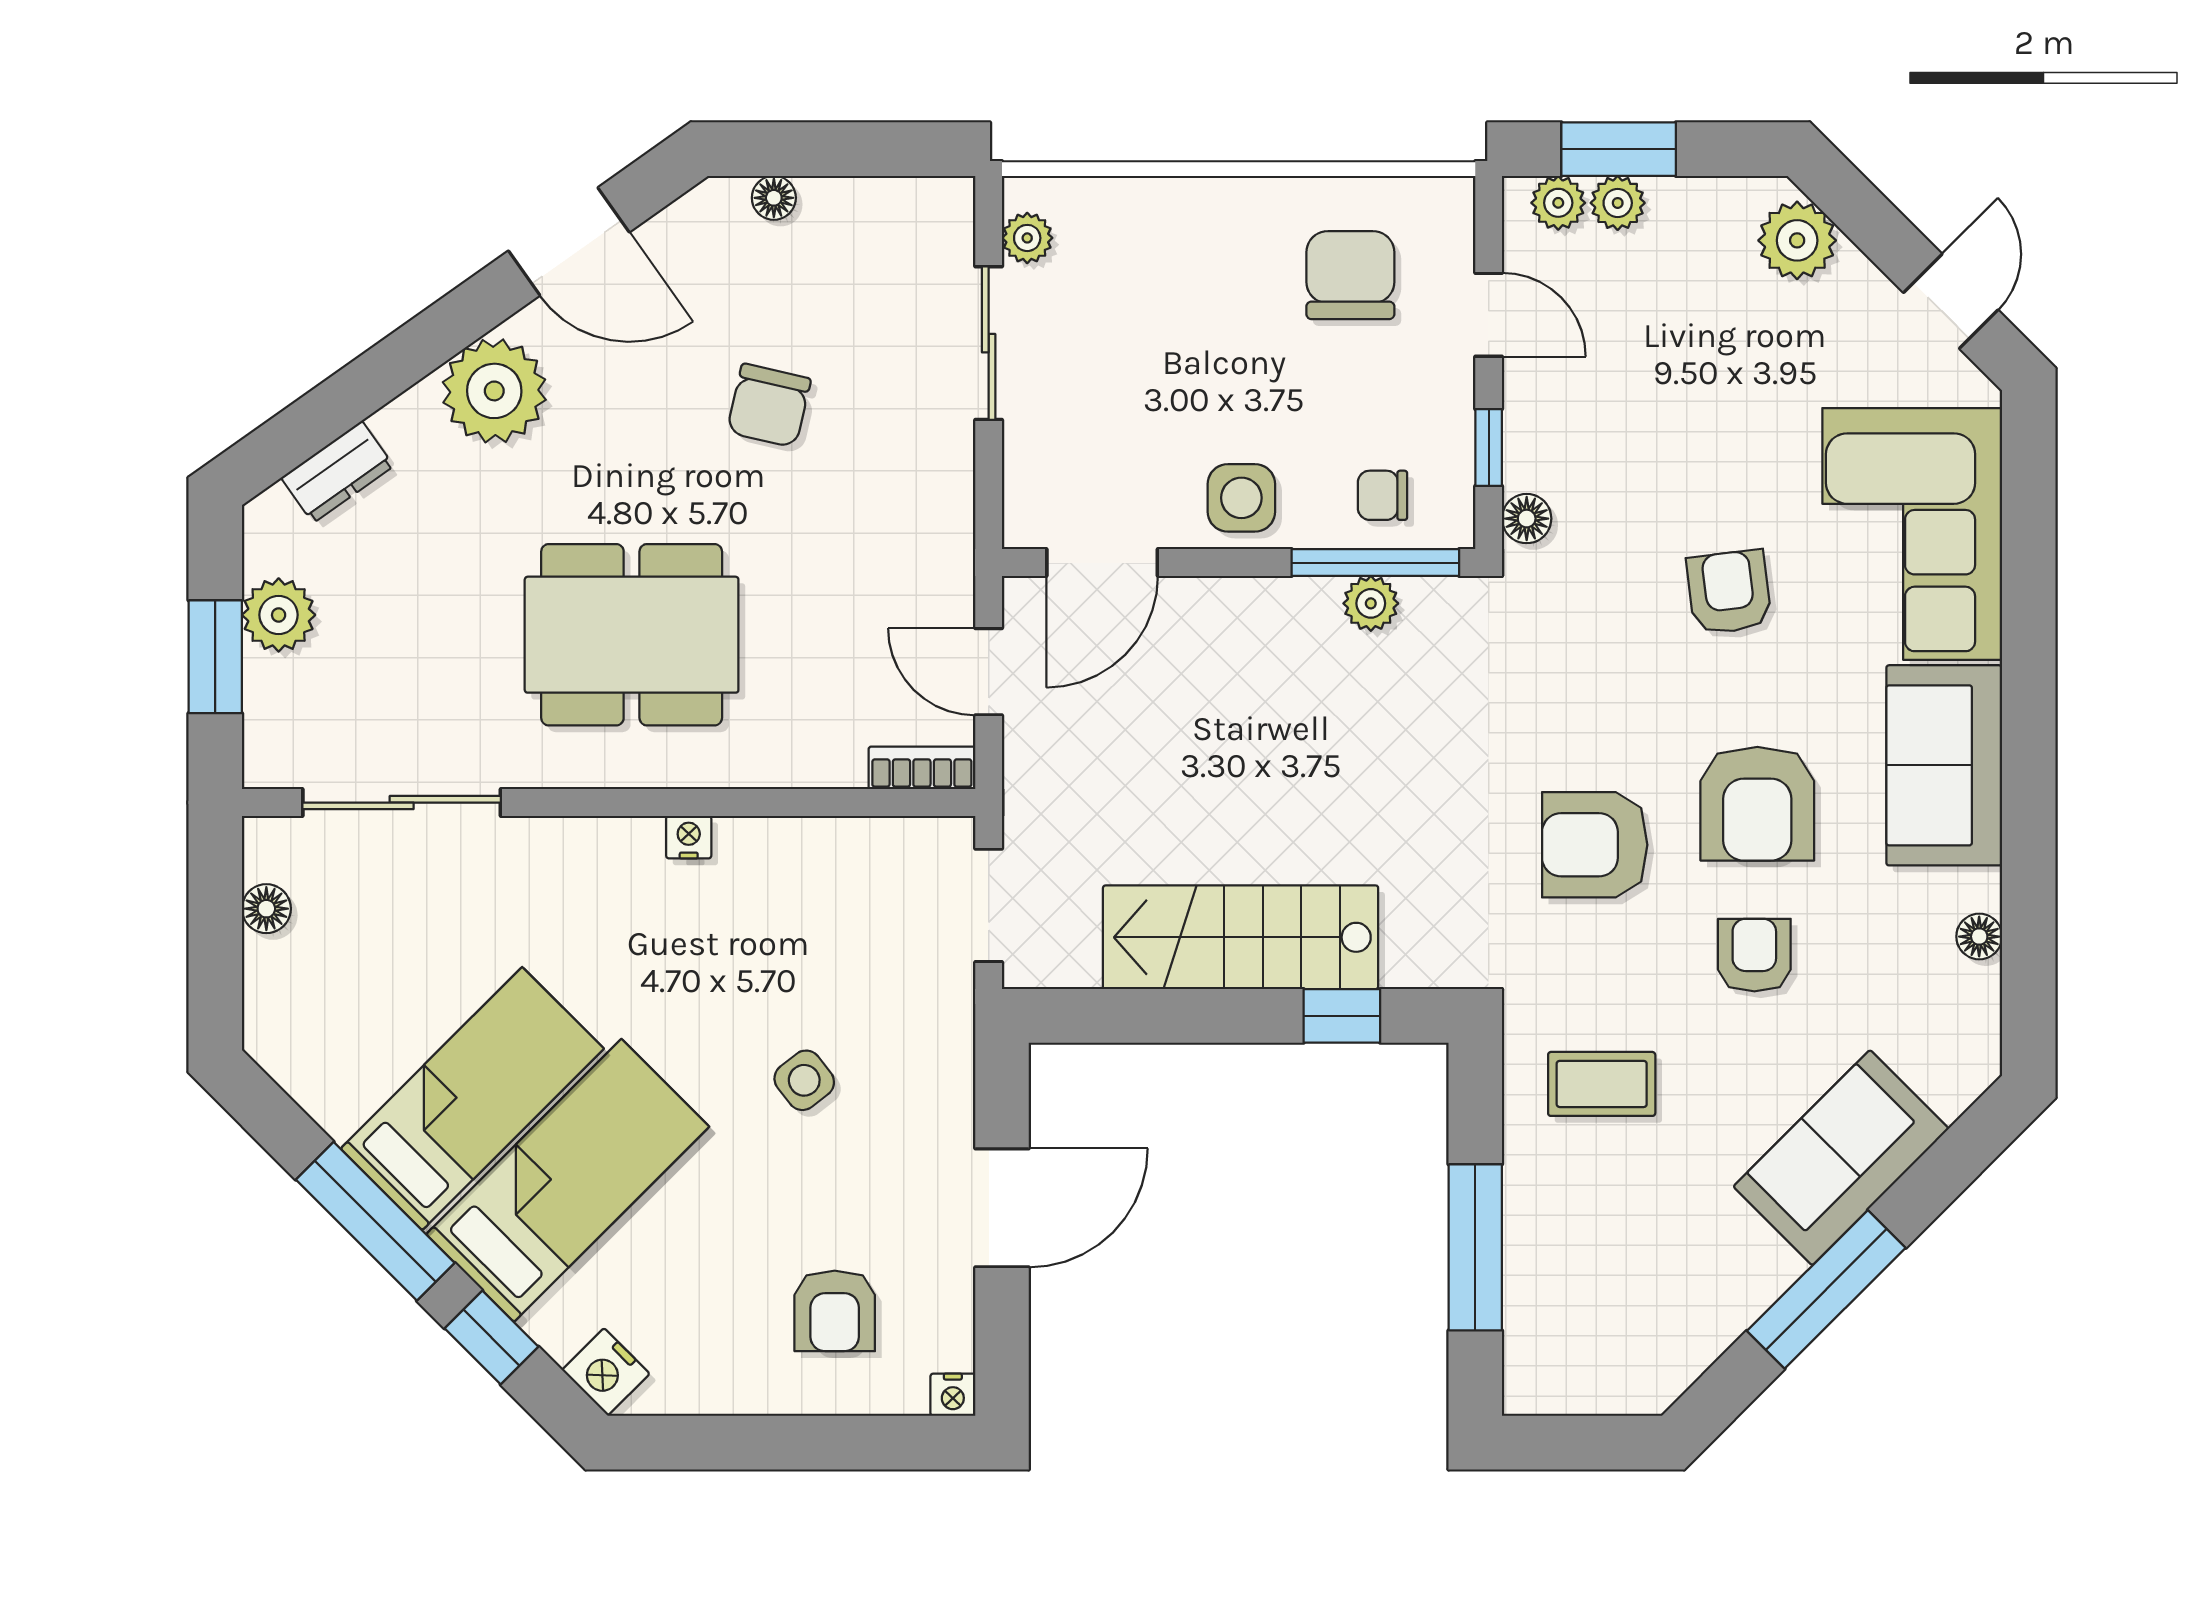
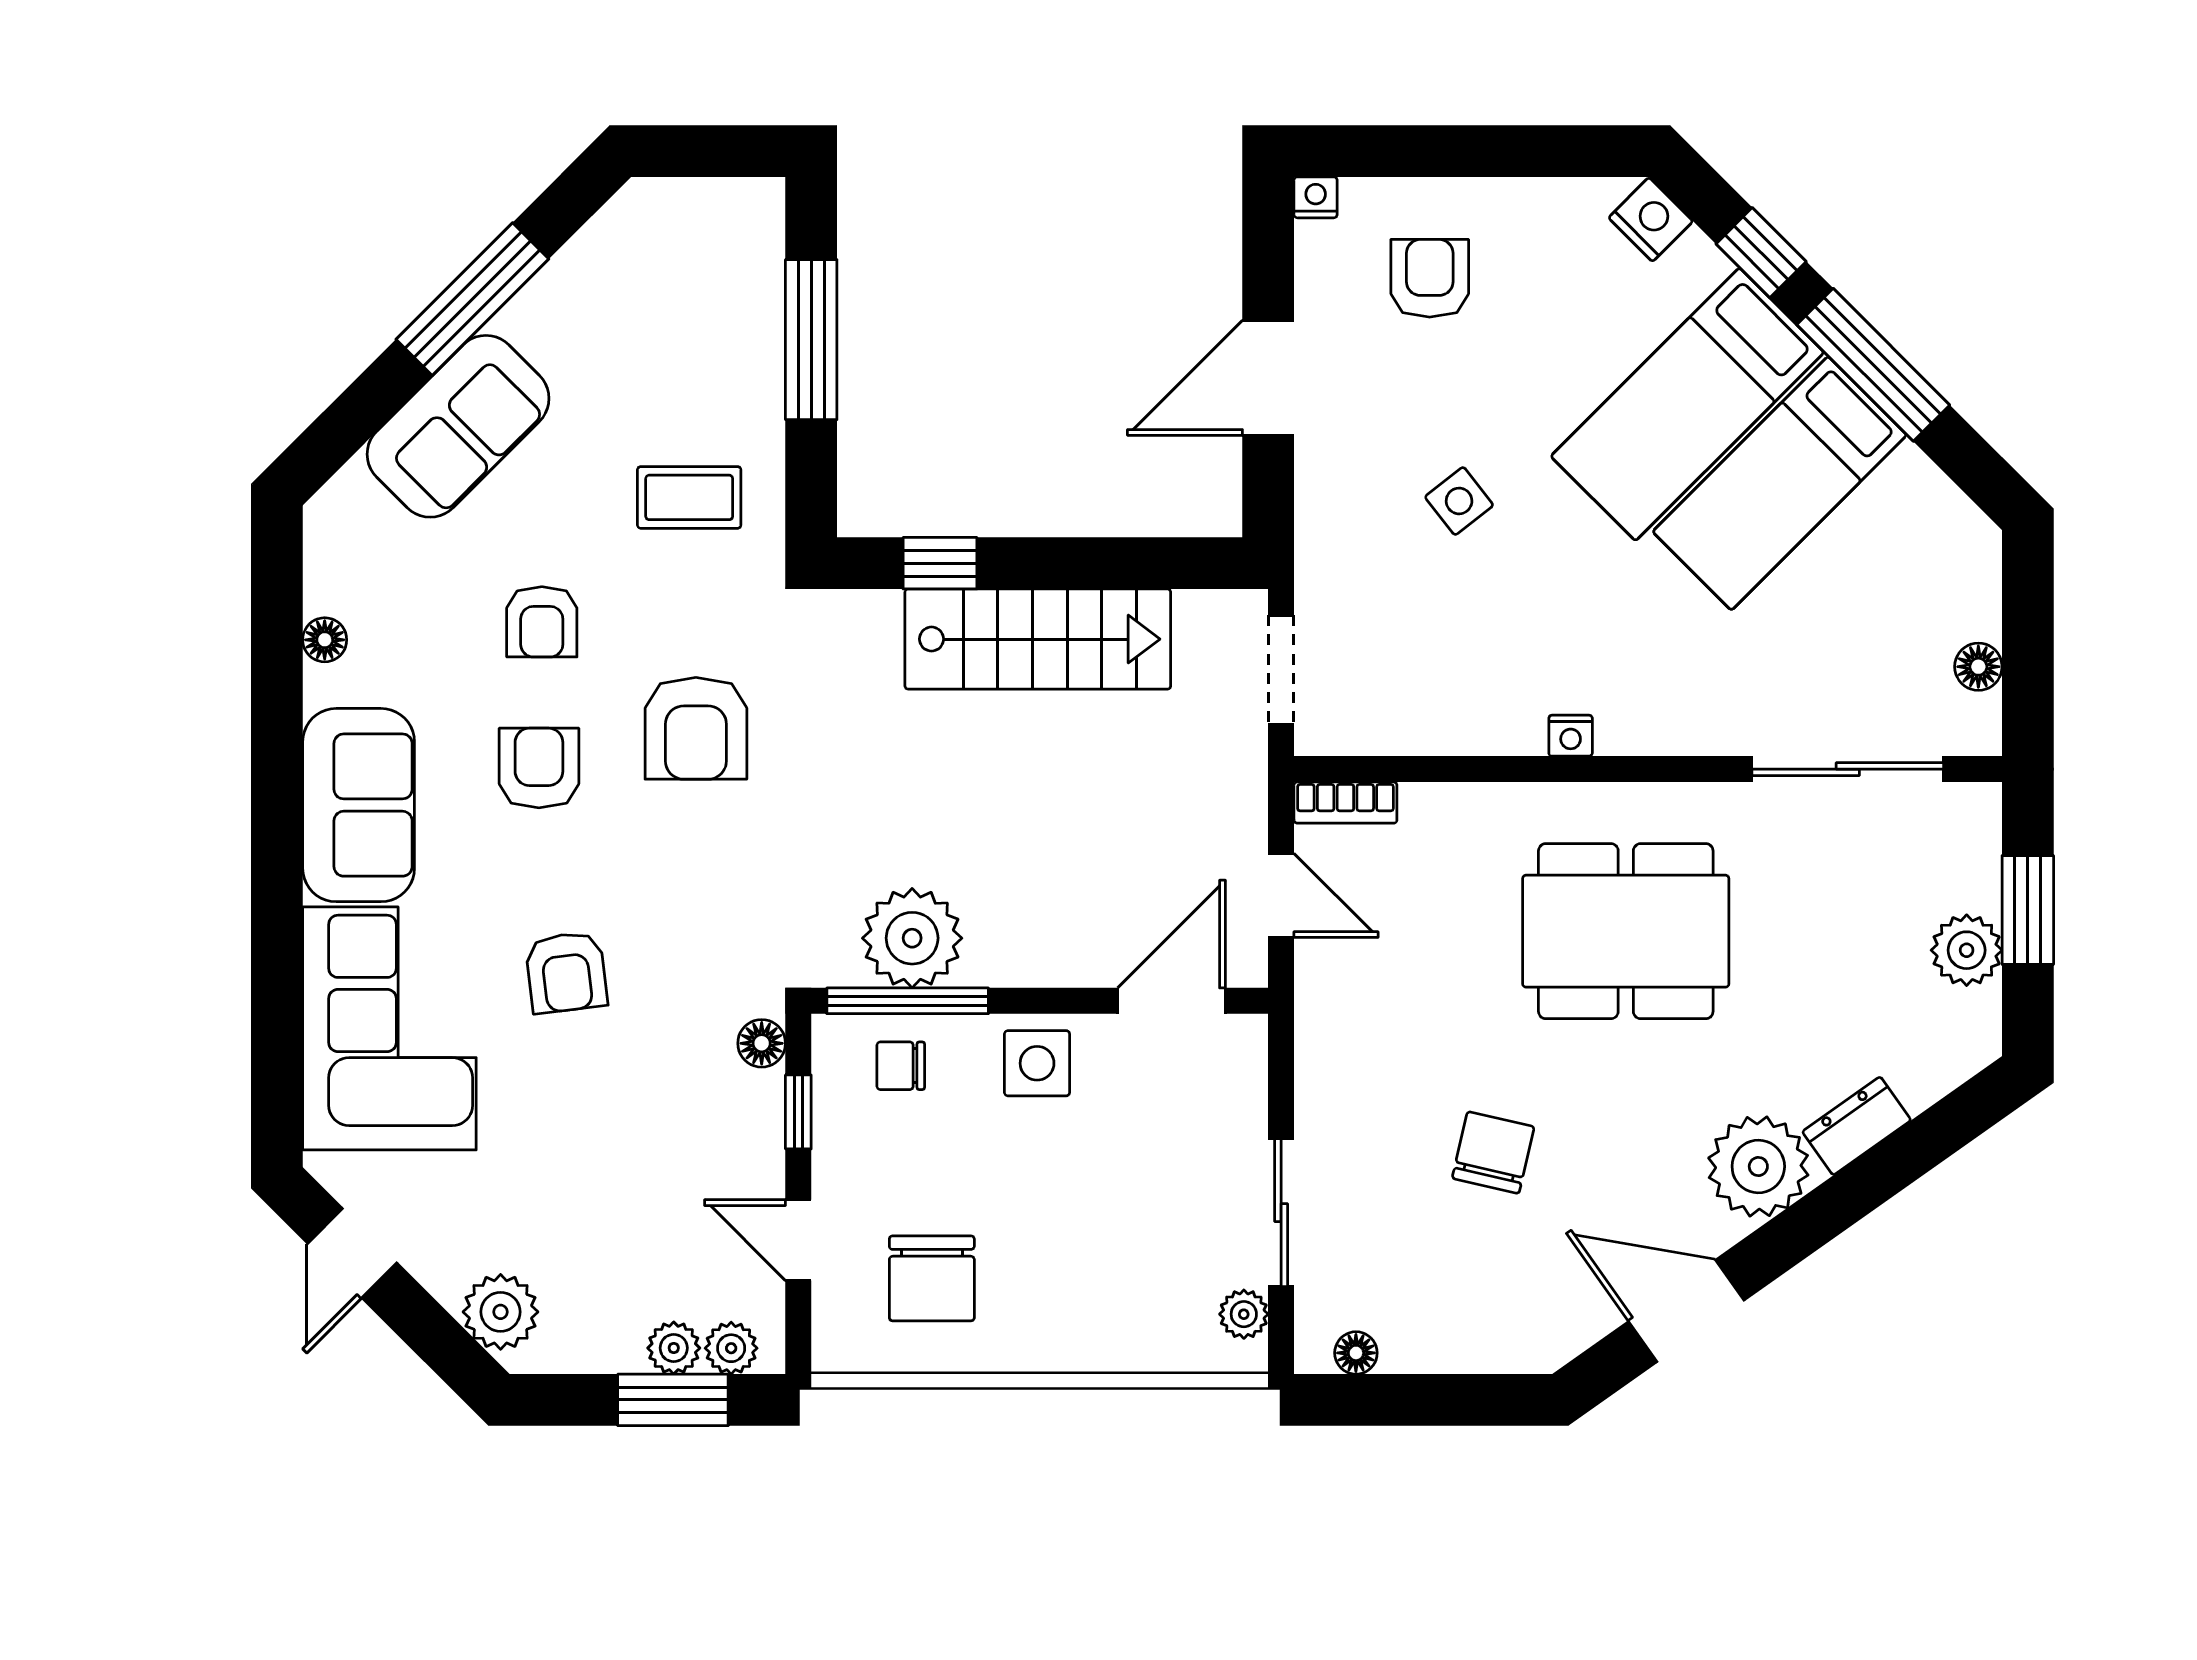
floor lamp: (774, 198) -> (1356, 1353), moved
dresser: (337, 472) -> (1857, 1126), moved
chair: (1383, 495) -> (901, 1066), turned 180
plant: (1371, 603) -> (912, 938), width x1.87, depth x1.87
armchair: (1757, 804) -> (539, 768), width x0.72, depth x0.72
armchair: (1595, 845) -> (696, 728), turned 90

